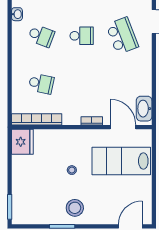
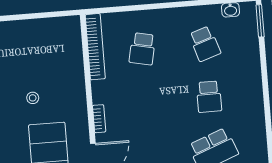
school desk: (41, 36) -> (205, 44), turned -39
fridge: (22, 142) -> (64, 30), removed

